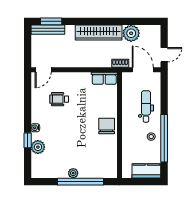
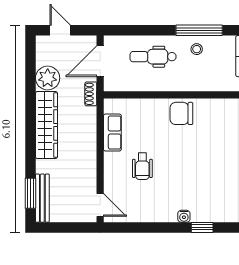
door: (164, 55) -> (60, 30), moved
row of seats: (104, 78) -> (112, 133), moved
wheelchair: (59, 99) -> (142, 166), moved
window: (164, 138) -> (199, 30), width x0.68
plant: (38, 147) -> (212, 212), removed

